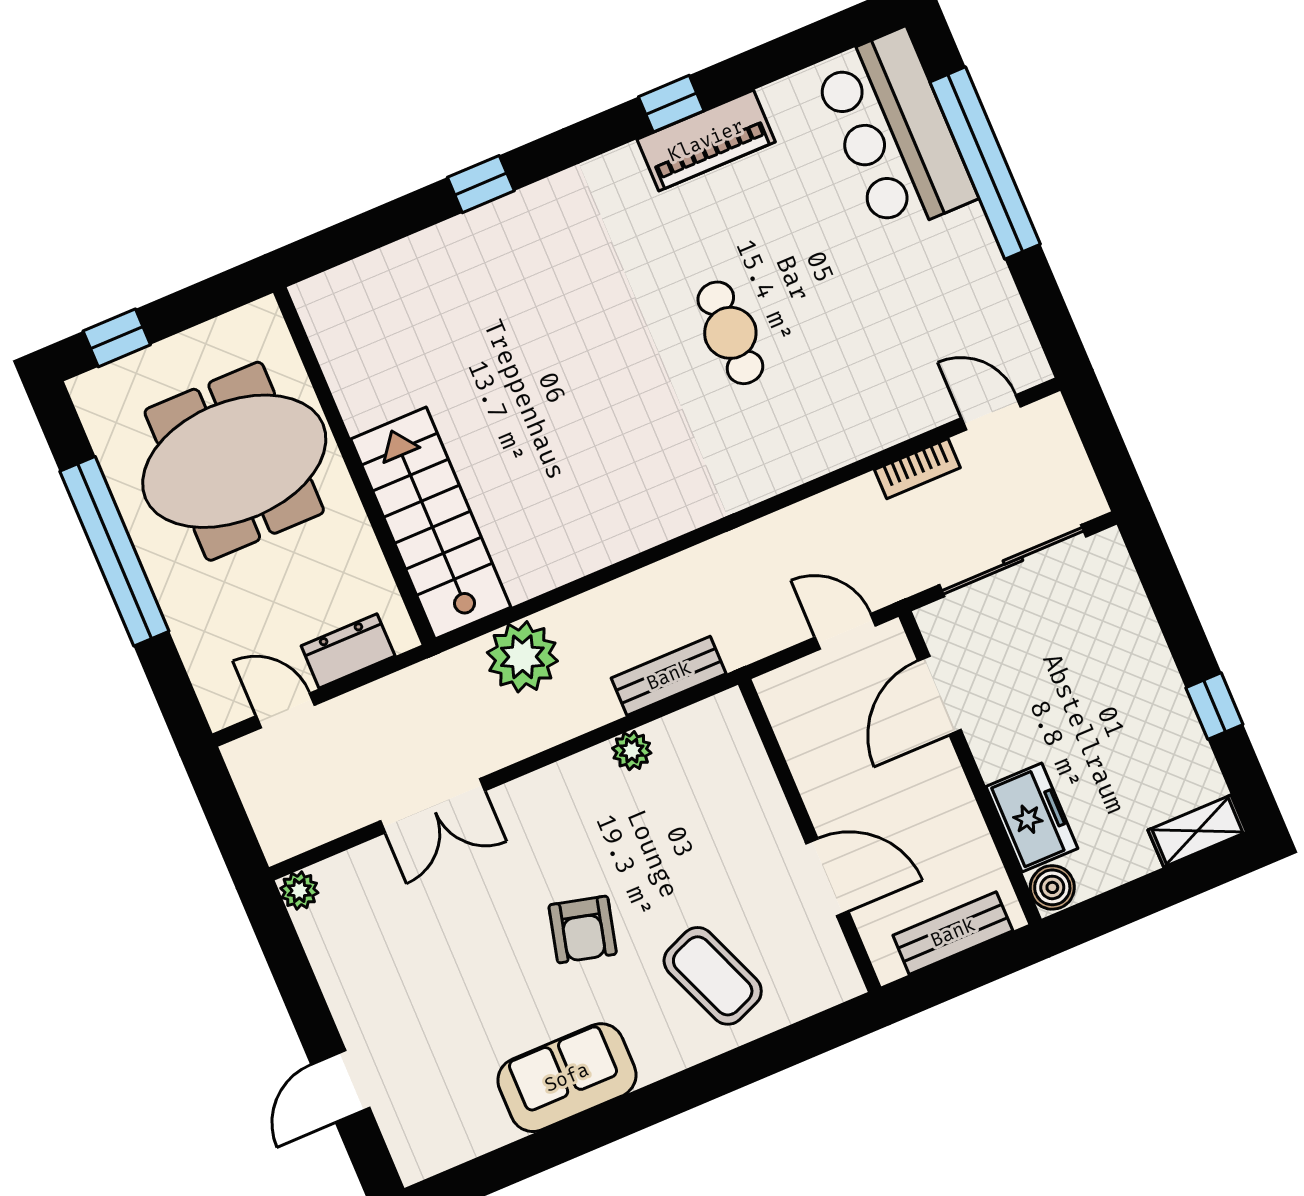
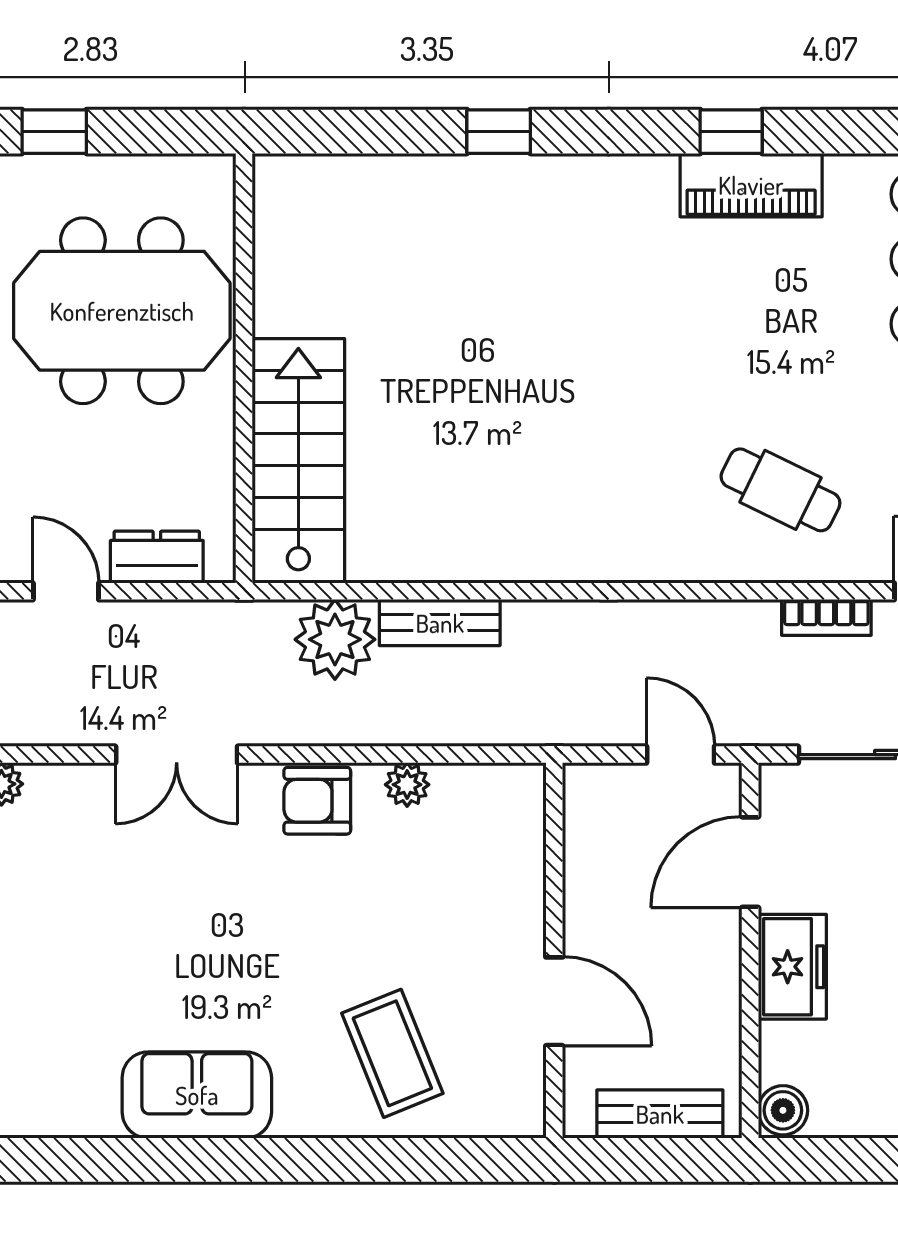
cafe table: (730, 333) -> (780, 490), moved, turned -64
bench: (669, 676) -> (440, 623), moved
freezer: (1032, 818) -> (792, 967), moved
armchair: (583, 929) -> (317, 801), moved, turned 76

